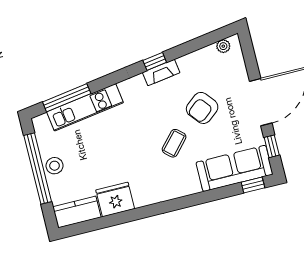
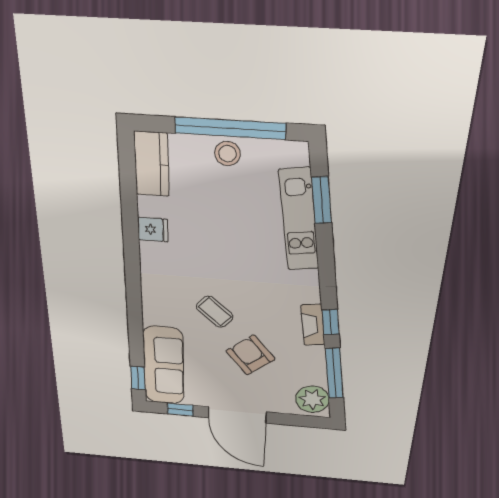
window: (197, 44) -> (334, 373), added
plant: (223, 46) -> (312, 399), width x1.88, depth x1.88
window: (67, 98) -> (322, 200), width x0.69
fridge: (115, 199) -> (153, 230), width x0.53, depth x0.75

